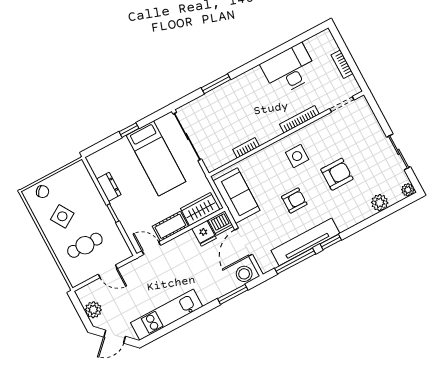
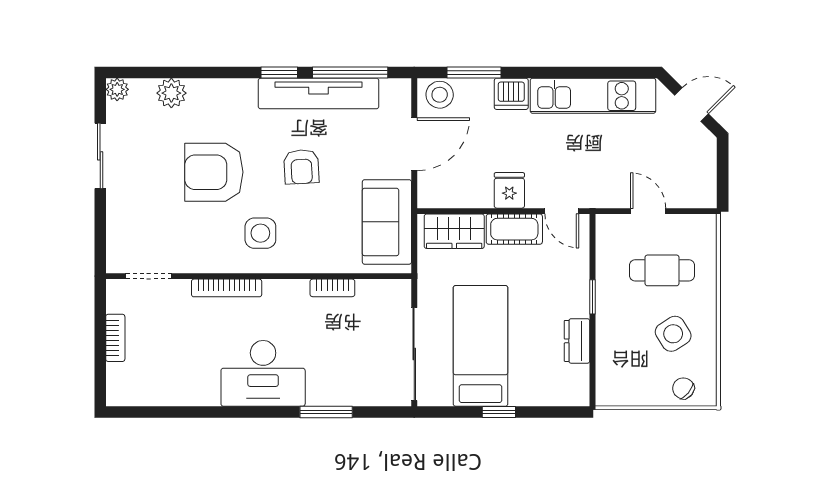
desk: (289, 70) -> (263, 373), moved
armchair: (337, 174) -> (214, 172), width x1.36, depth x1.36
armchair: (294, 200) -> (301, 167), turned -93
dishwasher: (221, 223) -> (511, 94), moved, turned 180
fridge: (204, 233) -> (509, 190), moved
plant: (93, 310) -> (702, 164), removed

